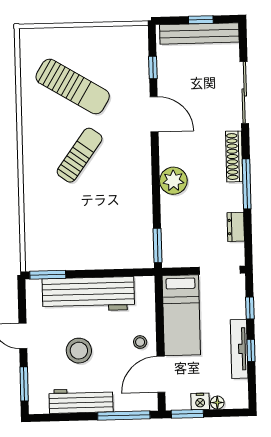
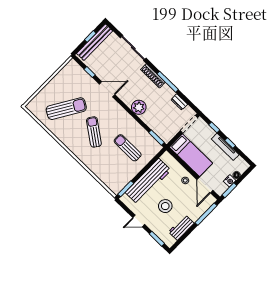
sun lounger: (105, 221) -> (128, 148), added
workbench: (81, 401) -> (181, 228), width x0.73

